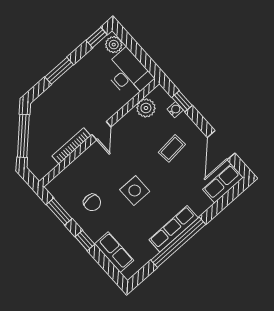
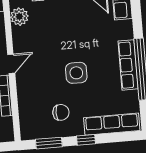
door: (101, 131) -> (11, 64), hinge flipped
coffee table: (172, 148) -> (65, 20), removed
row of seats: (114, 252) -> (112, 124), width x1.48

